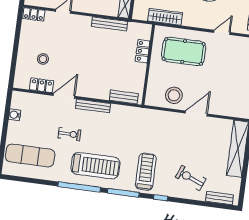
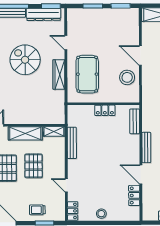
wardrobe: (165, 17) -> (59, 74), moved
locker: (143, 51) -> (105, 110), moved
stool: (43, 59) -> (101, 214), moved

